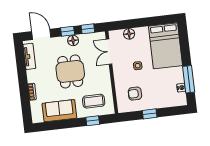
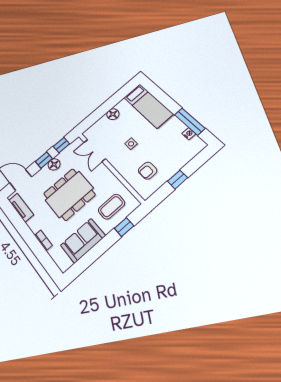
floor lamp: (129, 34) -> (113, 114), moved
bed: (165, 46) -> (148, 106), width x0.67
dining table: (70, 71) -> (69, 194), width x1.38

